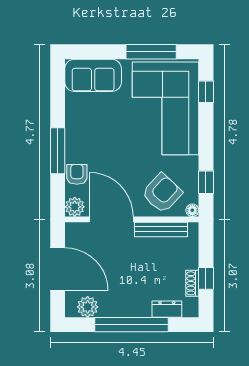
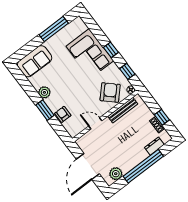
window: (206, 92) -> (111, 50), moved
corner sofa: (166, 108) -> (90, 54), width x0.73, depth x0.74
window: (58, 151) -> (45, 110), width x0.69
plant: (75, 207) -> (44, 92), moved
door: (111, 219) -> (95, 123), width x0.53
door: (58, 269) -> (88, 167), swing flipped

